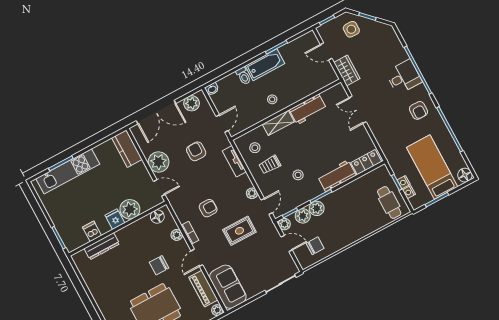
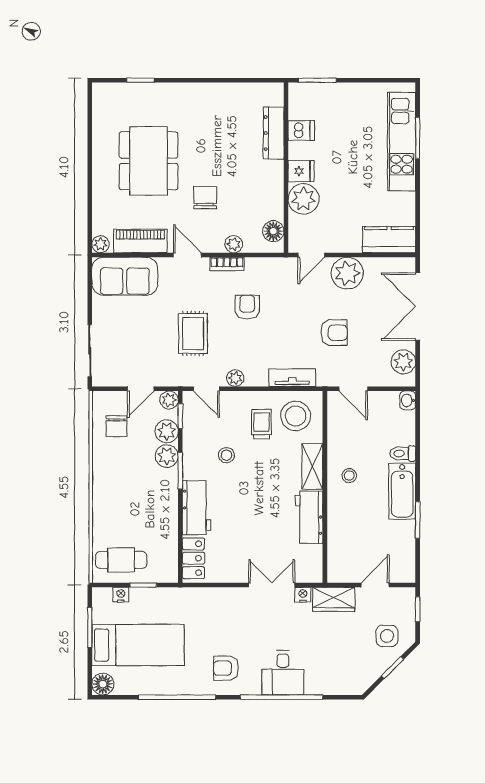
stool: (255, 148) -> (296, 416), width x1.89, depth x1.89
nightstand: (404, 182) -> (303, 595), moved
armchair: (208, 208) -> (247, 307), turned 180

